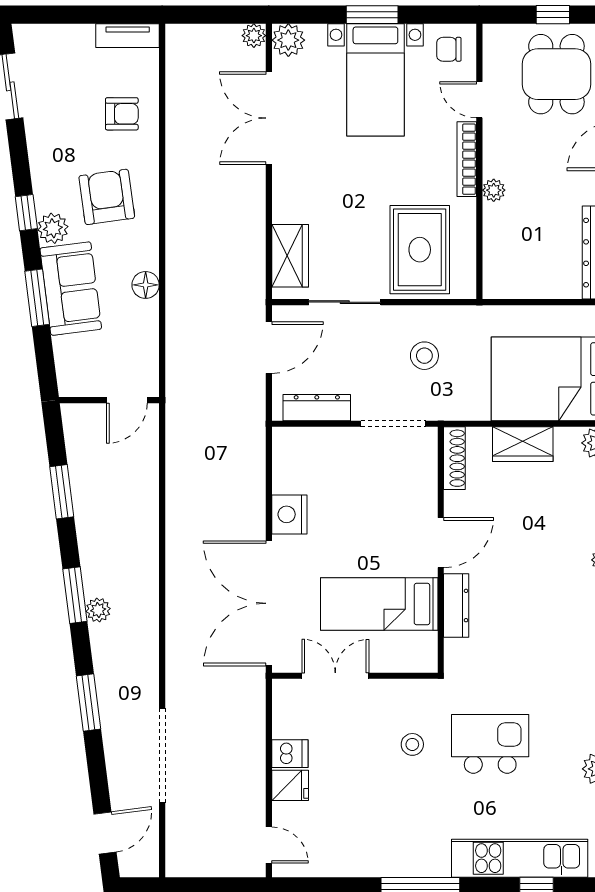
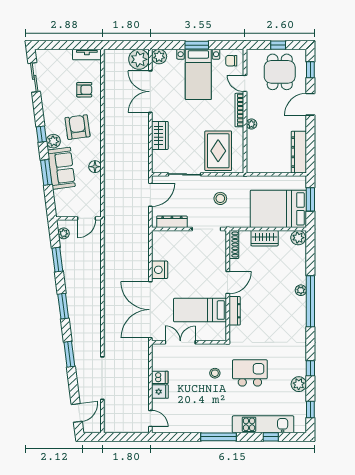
plant: (254, 36) -> (139, 59), width x1.88, depth x1.88
wardrobe: (290, 256) -> (160, 135), moved
plant: (98, 610) -> (64, 233), moved

